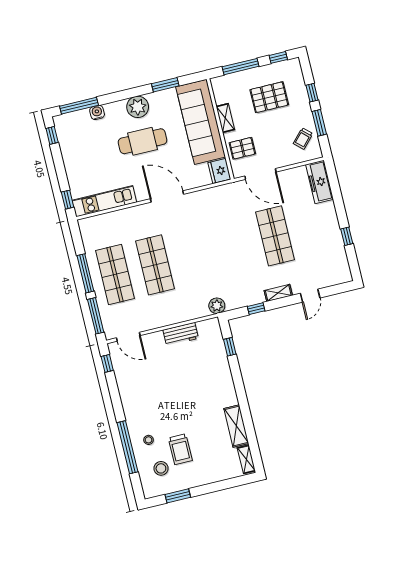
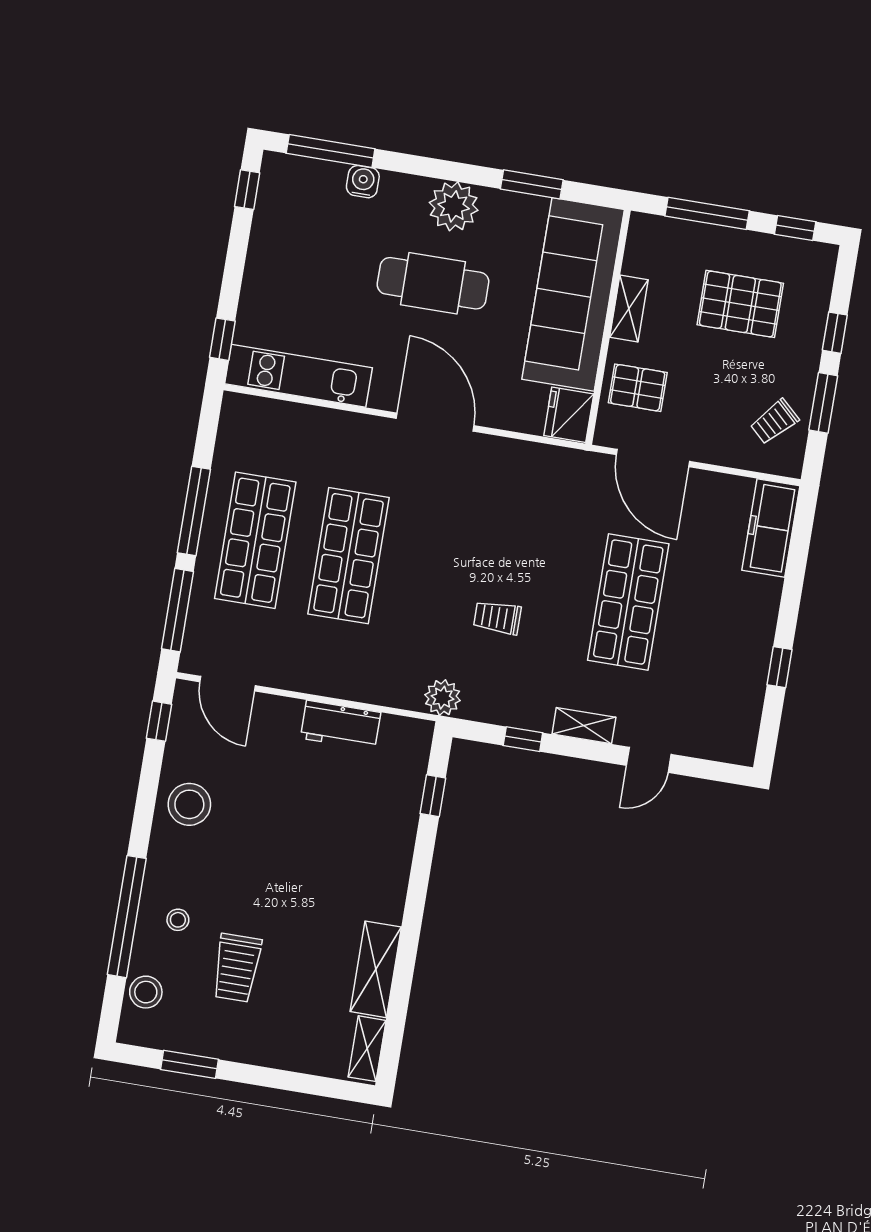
trolley: (225, 264) -> (497, 618), added
stool: (133, 392) -> (189, 804), added
stool: (161, 468) -> (146, 992), moved

